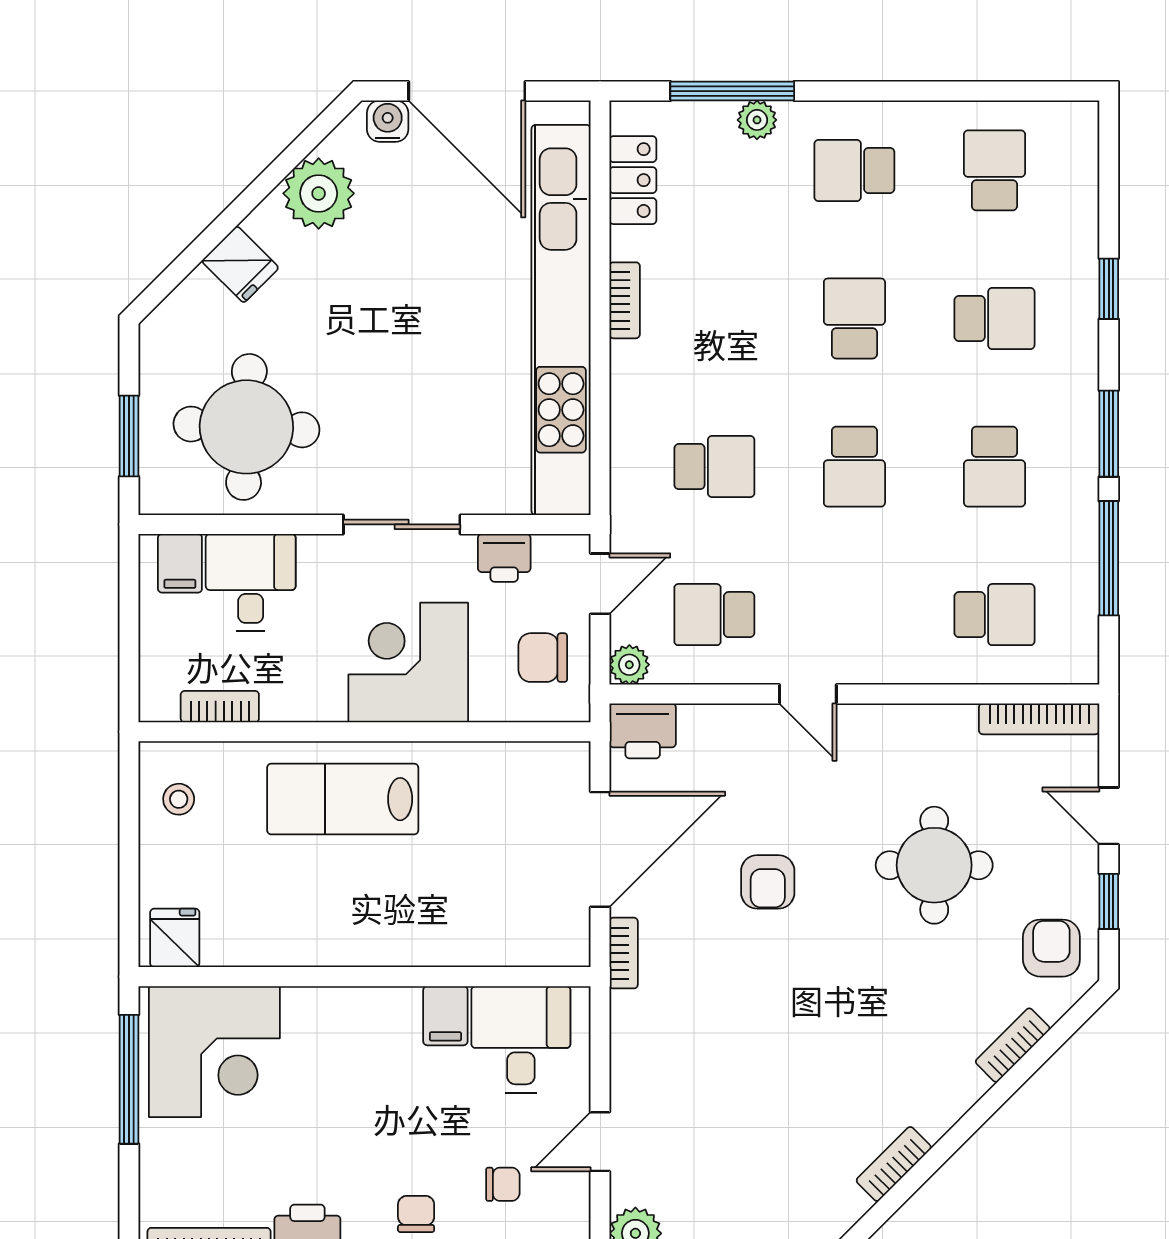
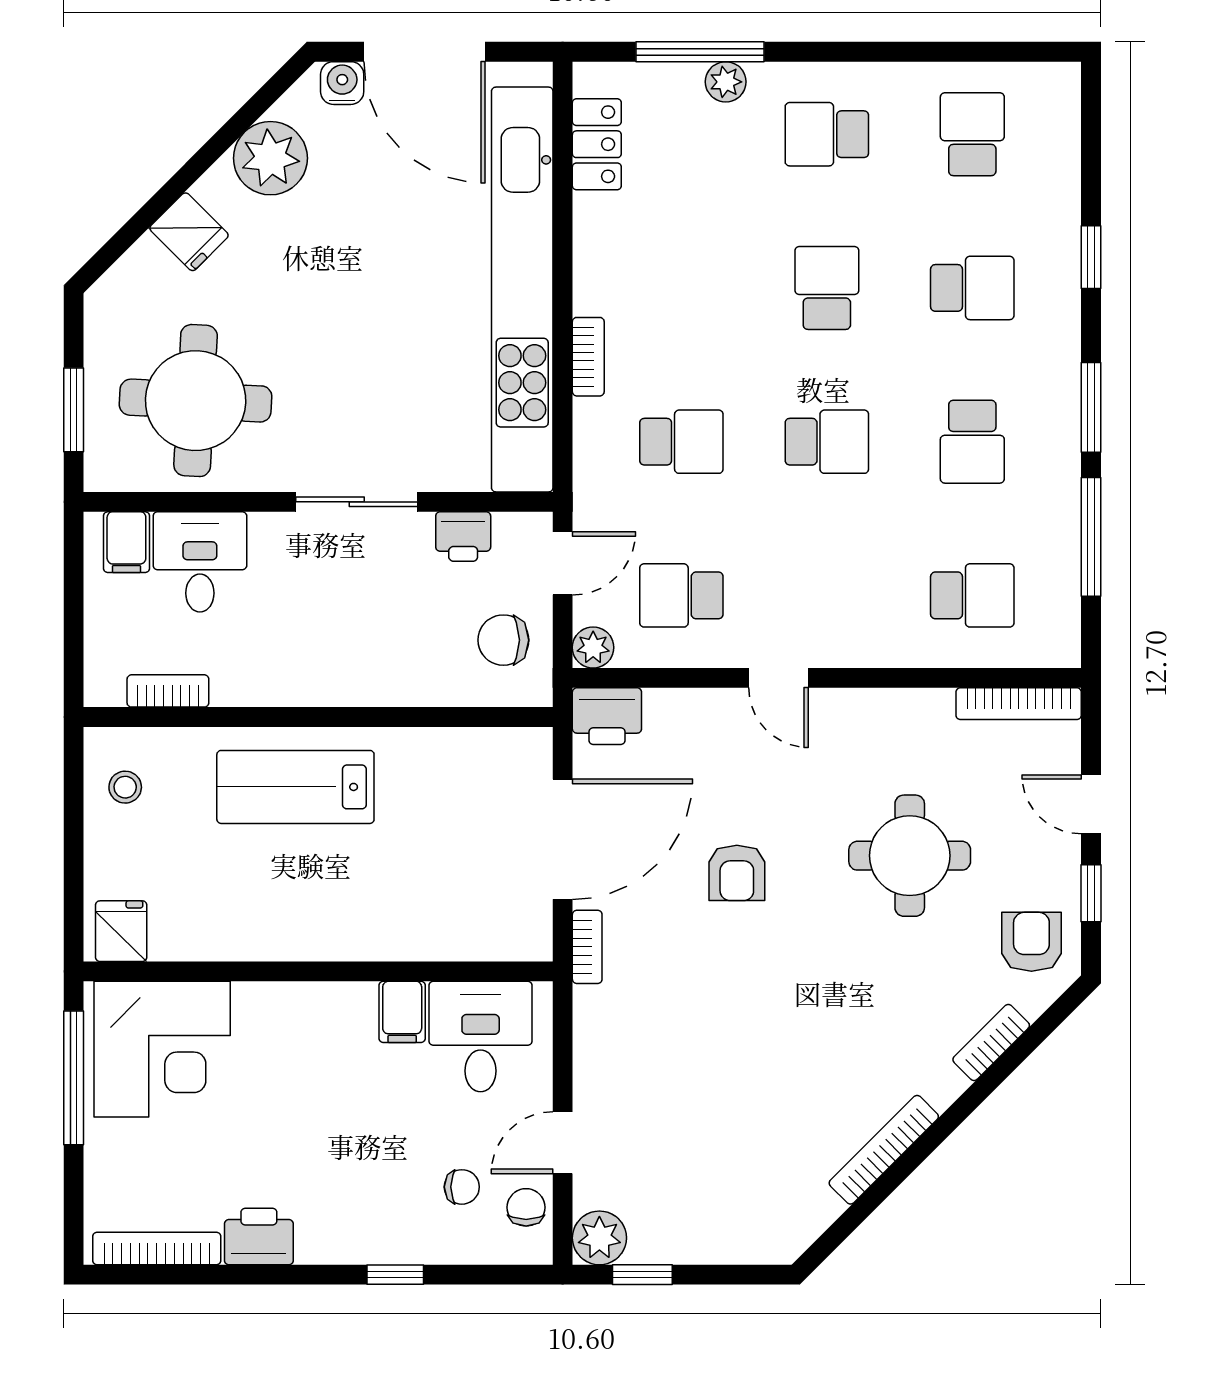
bookcase: (625, 300) -> (588, 357), moved
school desk: (854, 467) -> (827, 442), turned -90
corner desk: (408, 662) -> (364, 645), removed
bookcase: (894, 1164) -> (884, 1150), width x1.56
chair: (416, 1214) -> (526, 1207), moved

